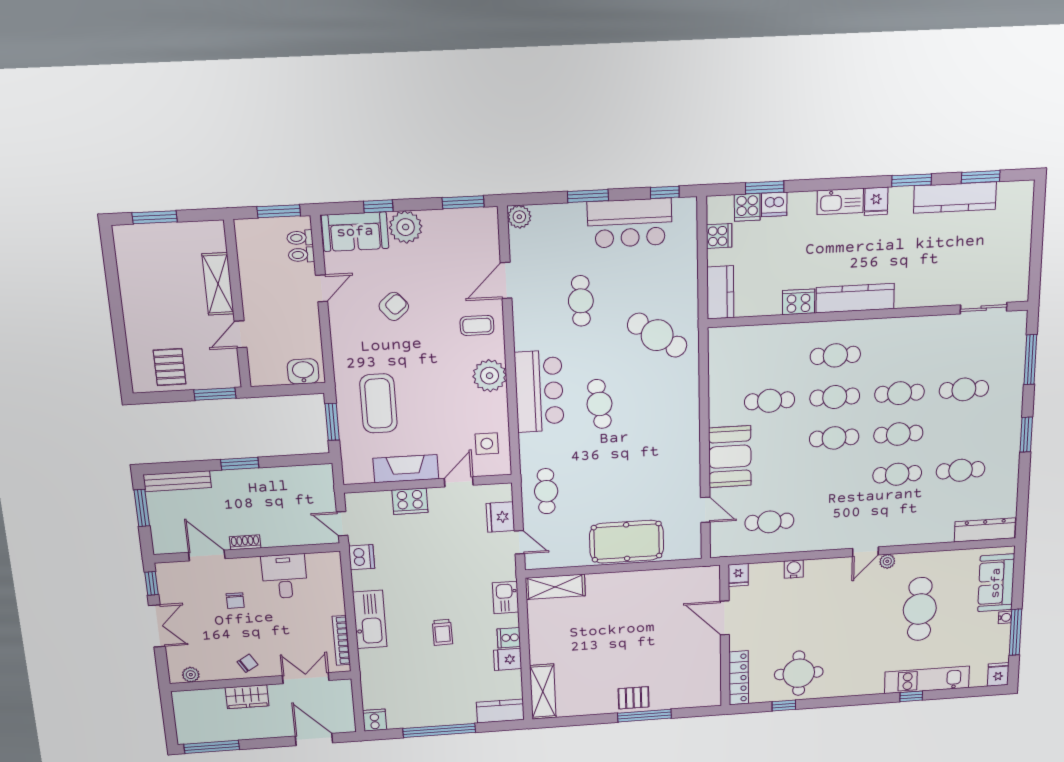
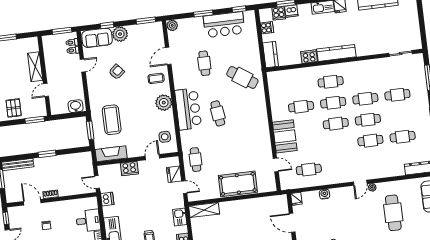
fireplace: (406, 469) -> (111, 154), moved
desk: (284, 576) -> (88, 221), moved, turned 90

